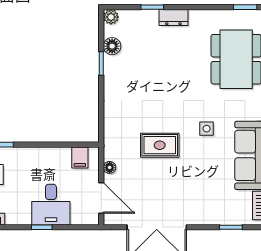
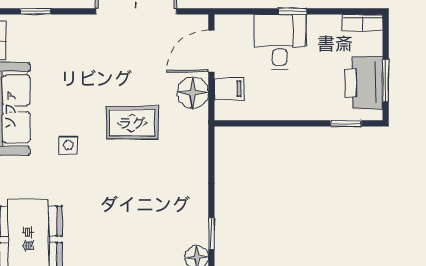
filing cabinet: (80, 158) -> (229, 89), moved, turned 90
floor lamp: (110, 167) -> (193, 93), width x1.89, depth x1.89
door: (101, 198) -> (211, 51), hinge flipped

